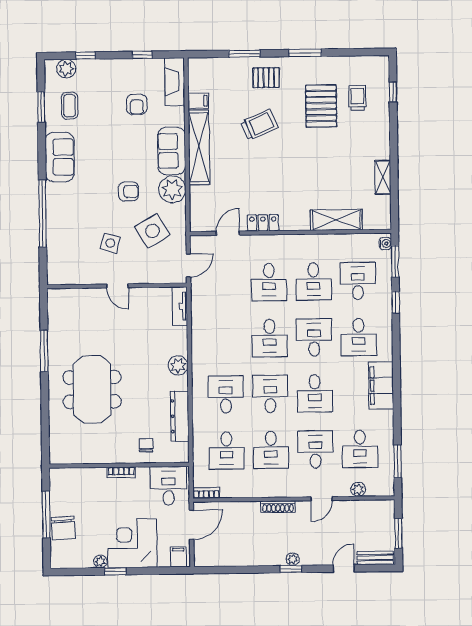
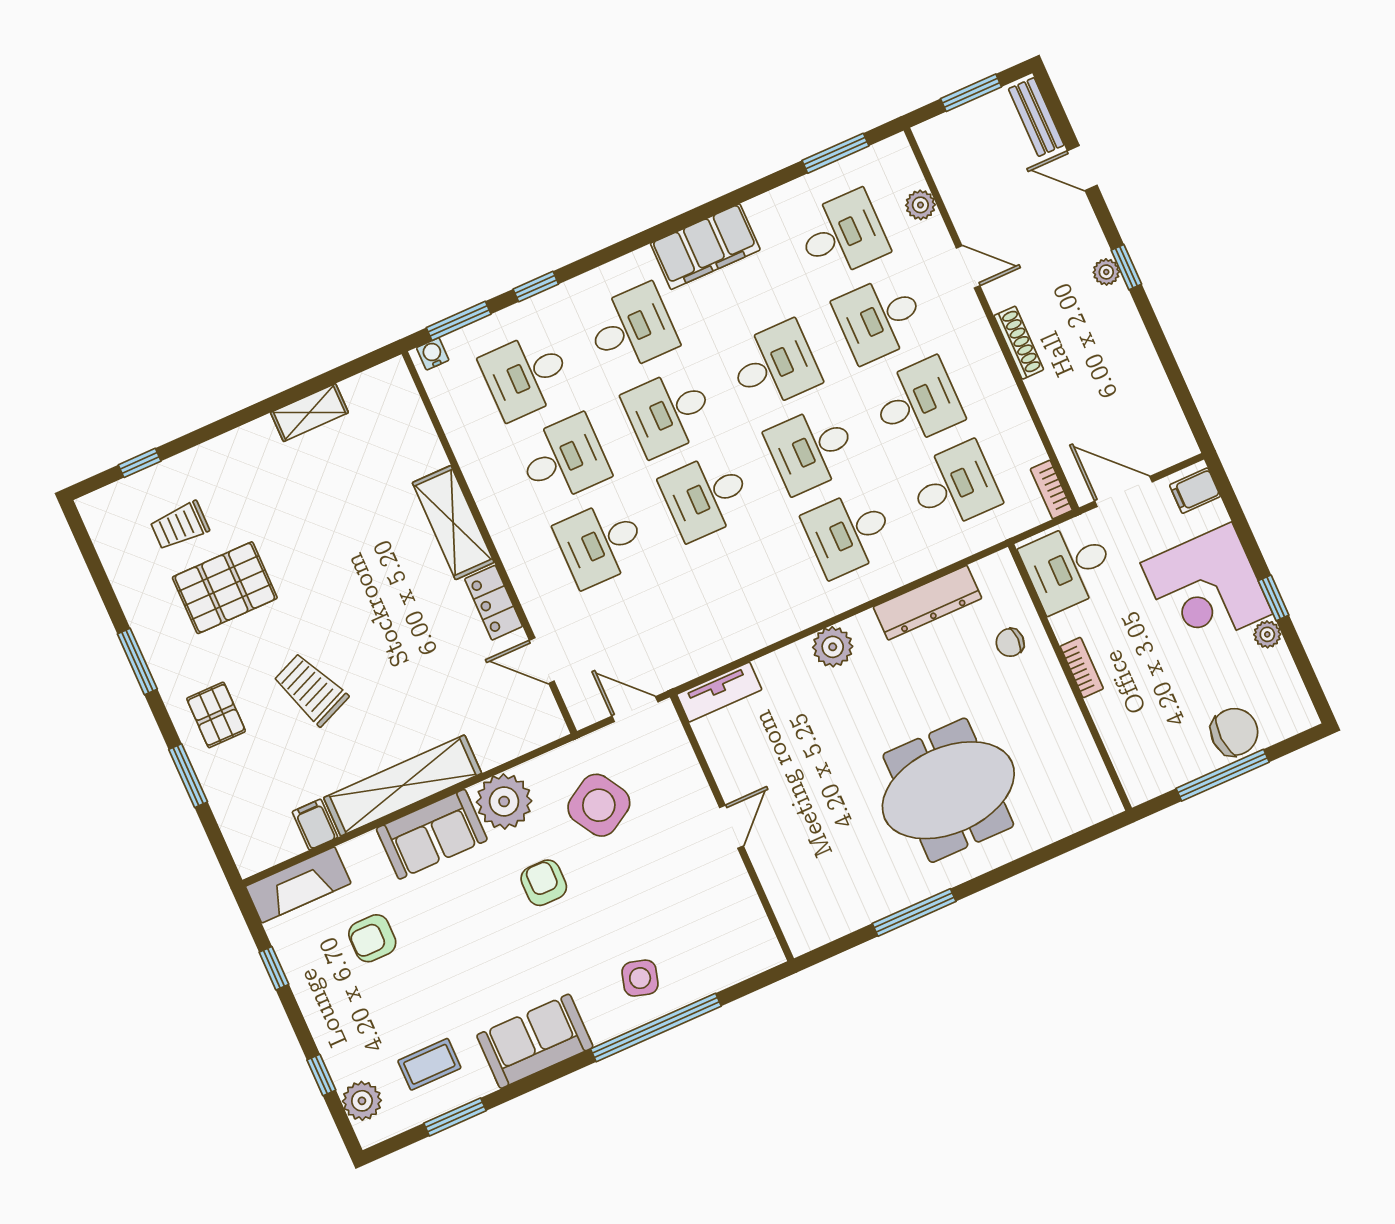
armchair: (137, 104) -> (372, 938), turned 180
shelving: (336, 220) -> (453, 523), moved
side table: (110, 243) -> (640, 978), moved
desk: (269, 282) -> (601, 543), turned 180
desk: (270, 338) -> (706, 496), turned 180

